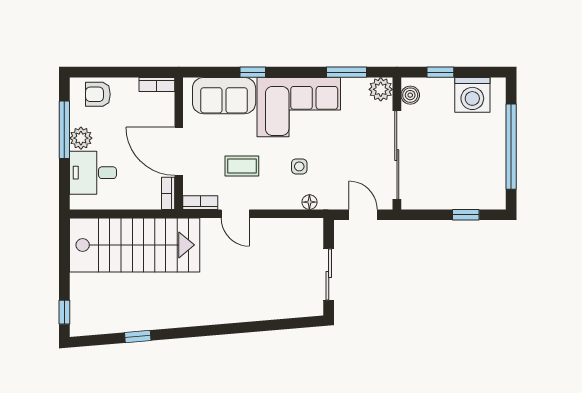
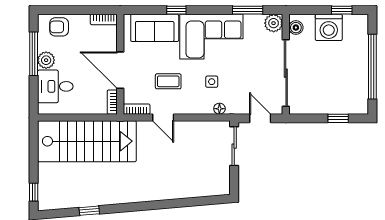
window: (440, 72) -> (342, 10), moved
washing machine: (472, 95) -> (329, 27), moved
sliding door: (329, 275) -> (234, 146), moved

